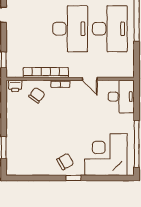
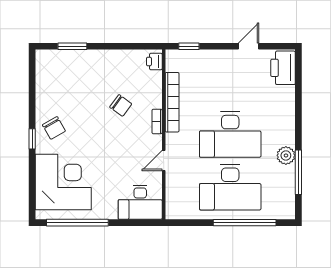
chair: (37, 95) -> (121, 105), moved

